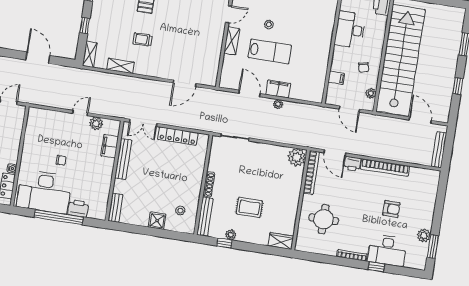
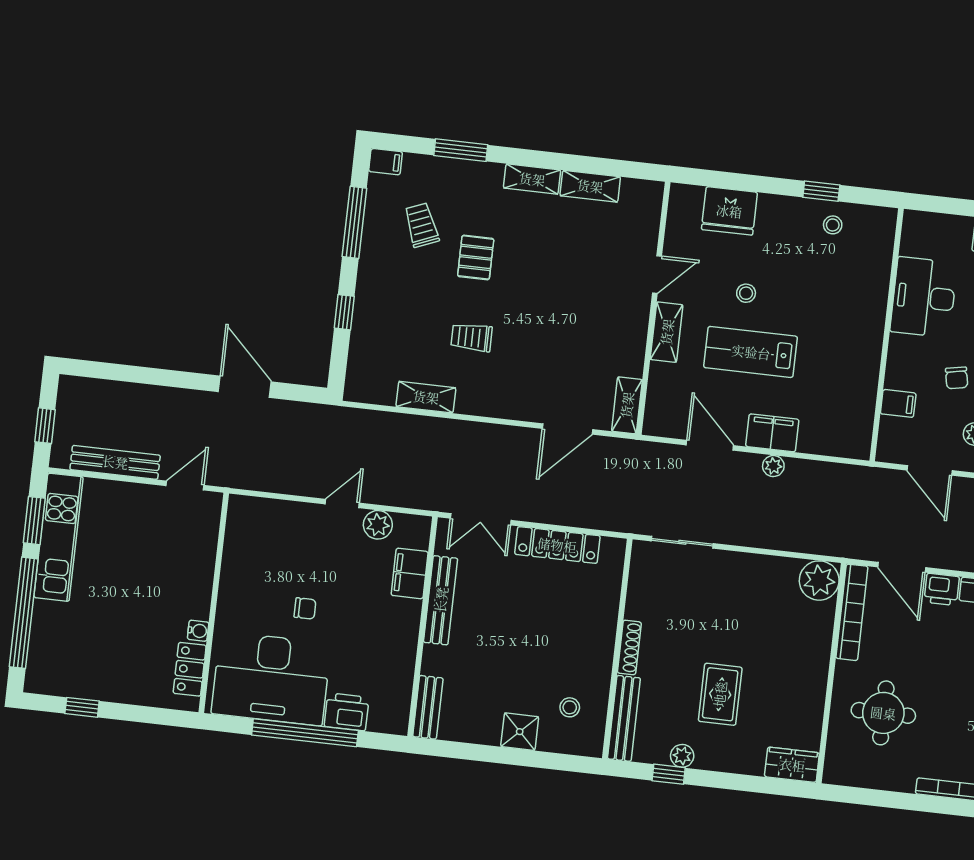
lab bench: (270, 51) -> (751, 352), turned 180
shelving: (90, 54) -> (627, 405), moved
rug: (249, 207) -> (720, 694), turned 90

